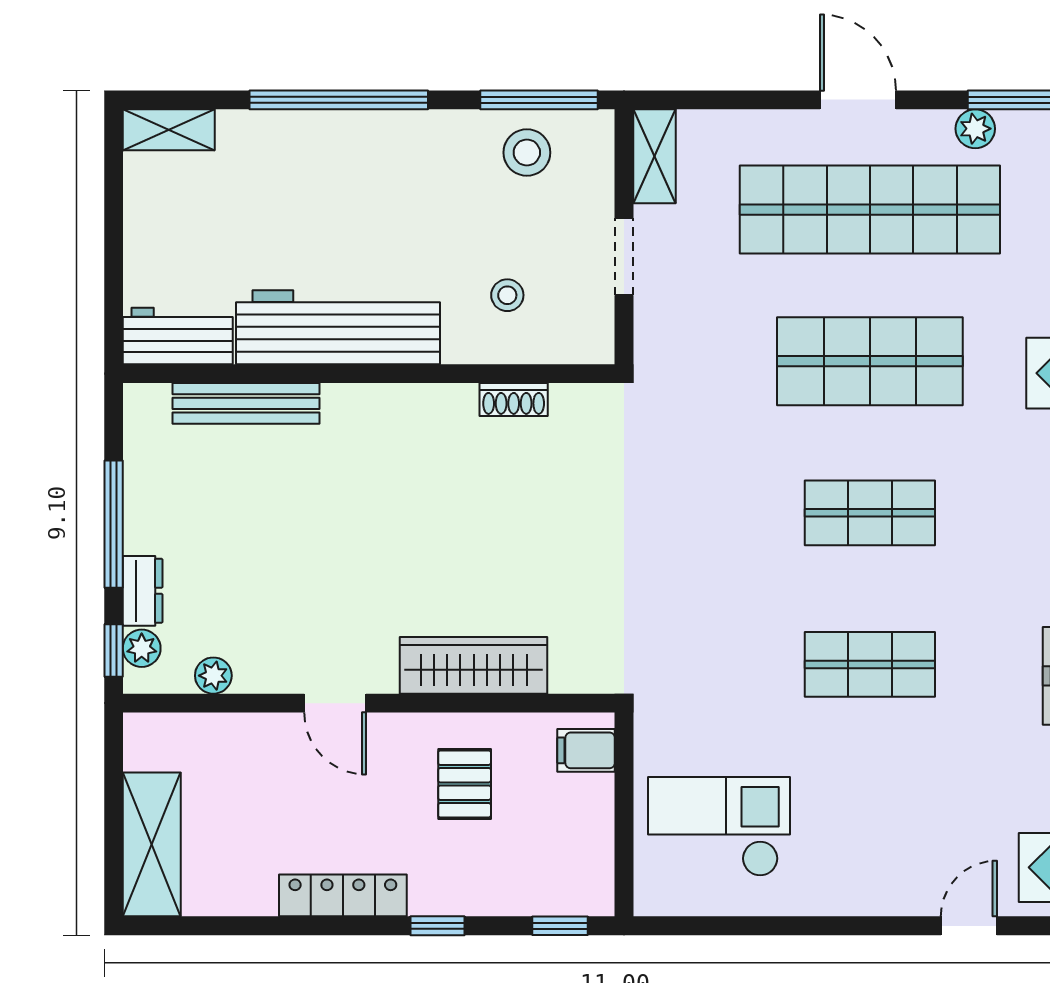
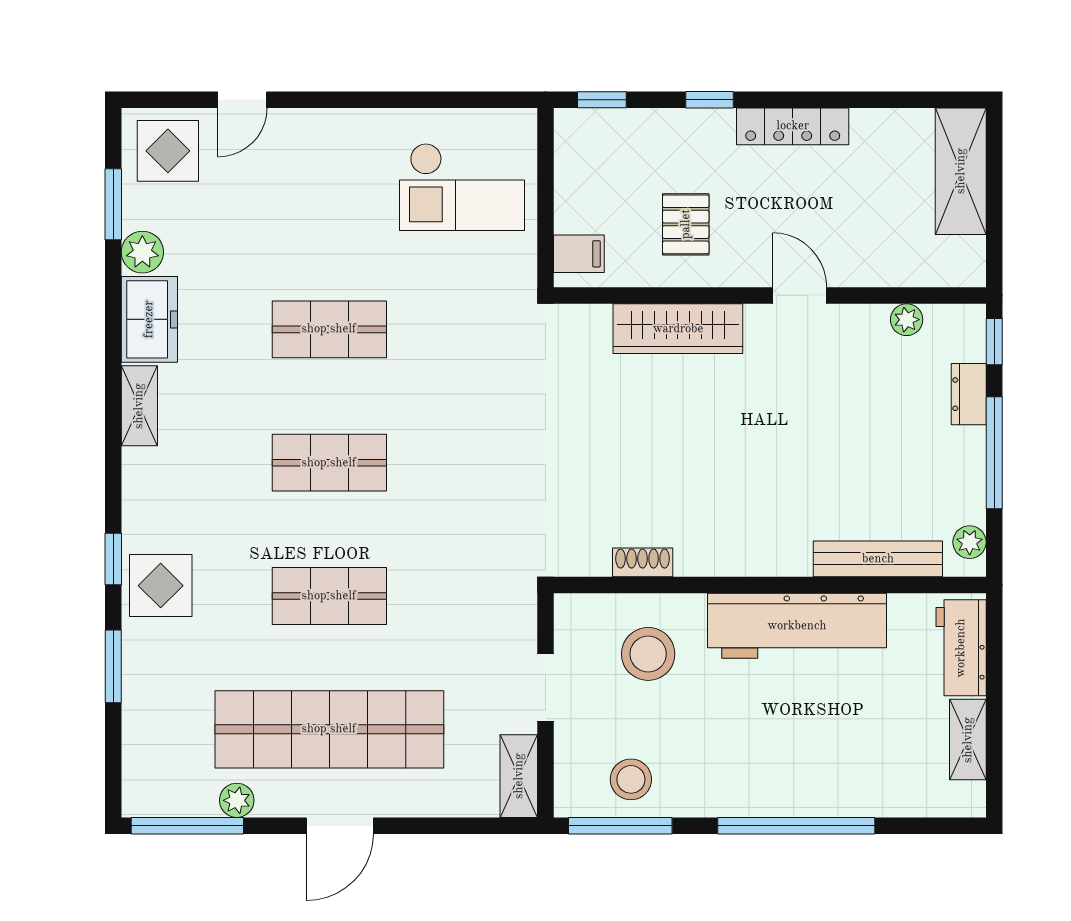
door: (858, 100) -> (340, 826), hinge flipped
shelving: (169, 130) -> (968, 740), moved, turned 90
stool: (507, 295) -> (648, 654), width x1.89, depth x1.89
workbench: (178, 336) -> (961, 648), moved, turned 90
shop shelf: (870, 361) -> (329, 596), width x0.70, depth x0.74
plant: (142, 648) -> (970, 542), moved

